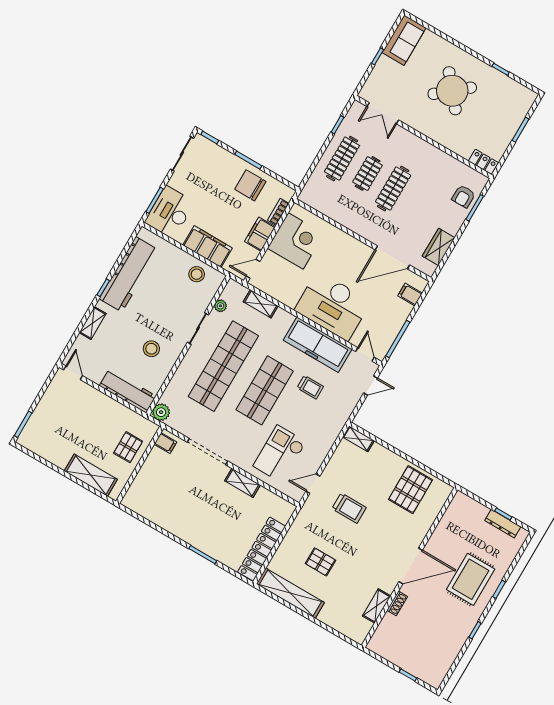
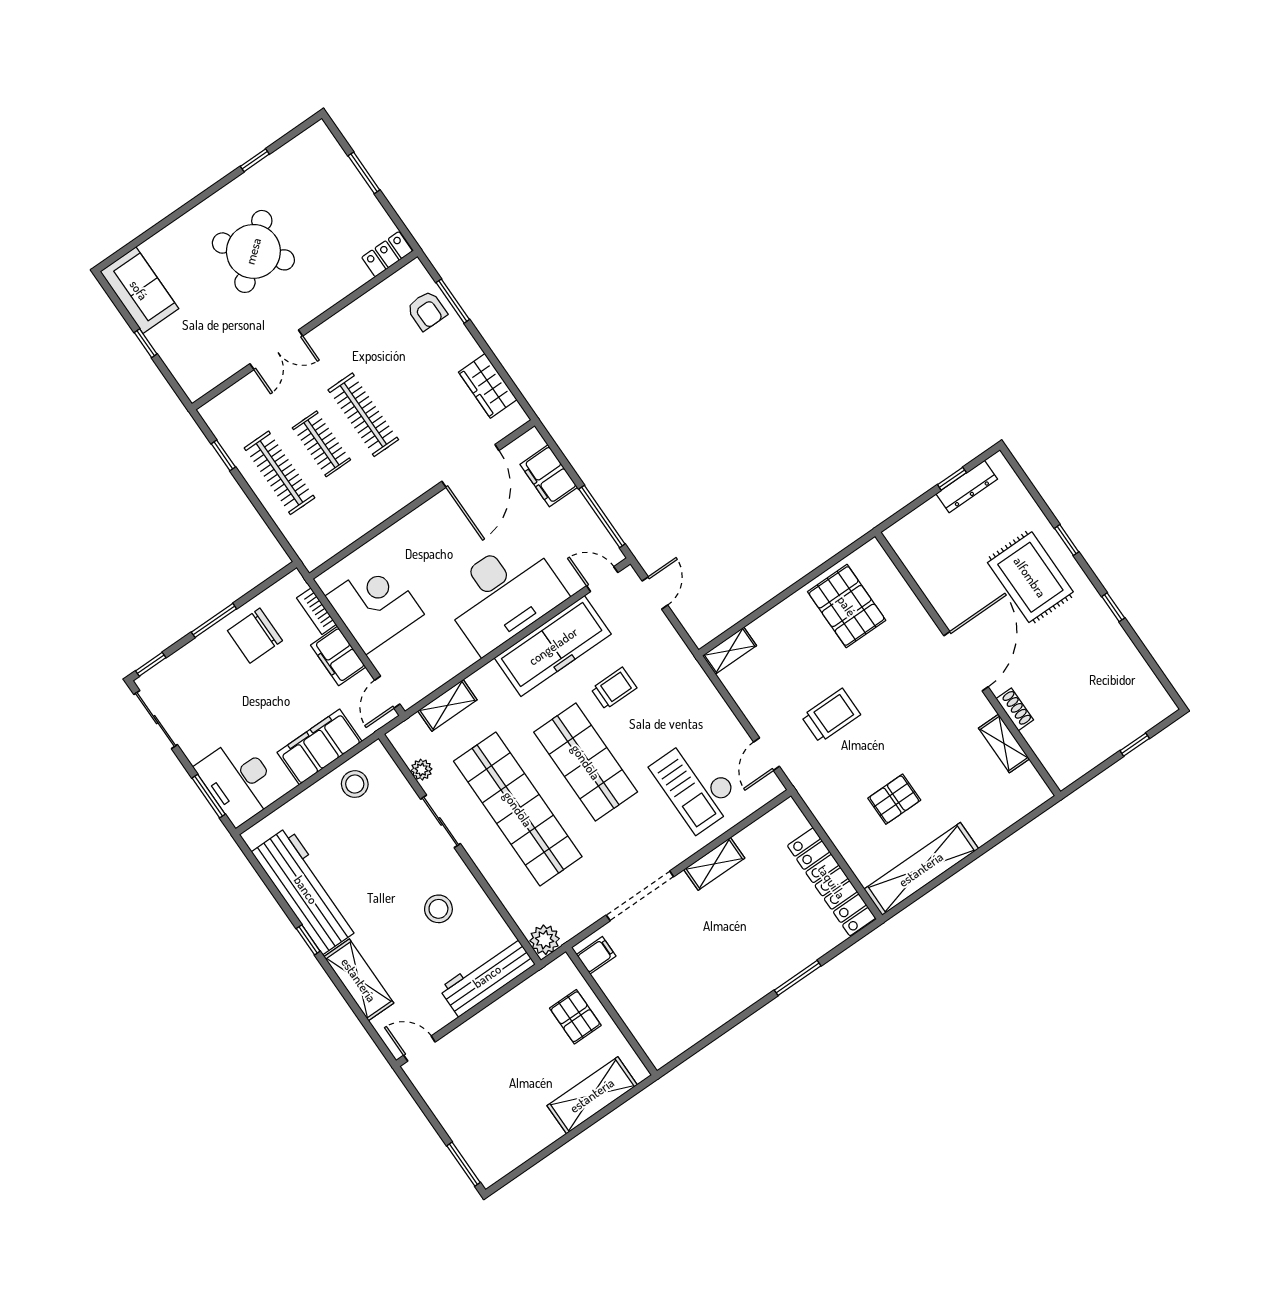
double door: (383, 113) -> (276, 350), moved
filing cabinet: (410, 295) -> (549, 476), width x2.00
shelving: (93, 323) -> (359, 980), width x1.50, depth x1.33

